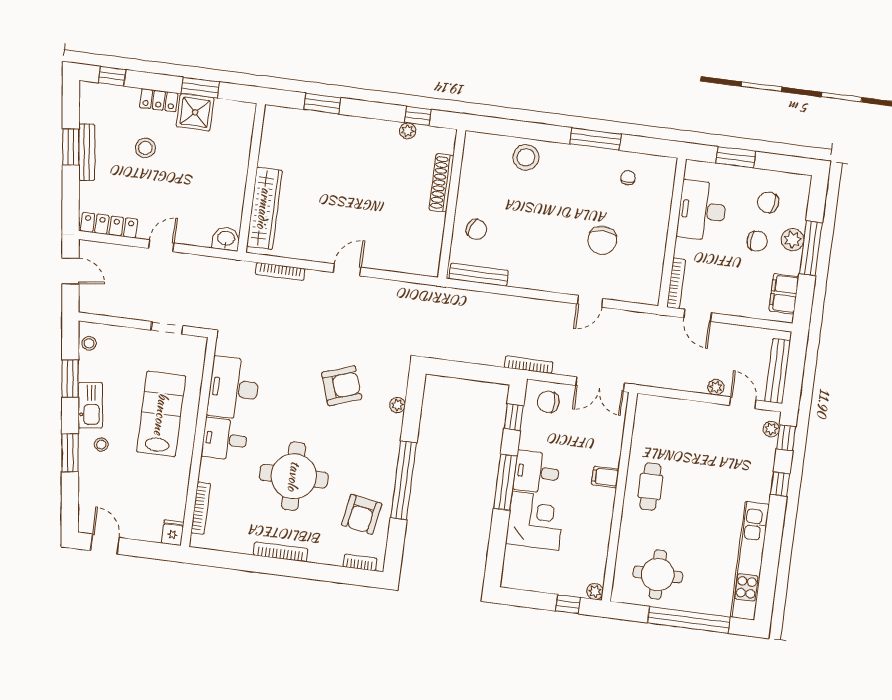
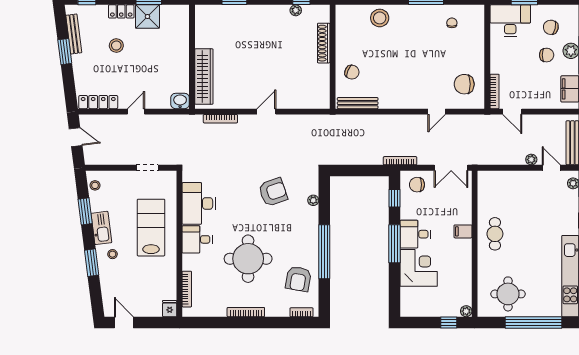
bench: (87, 152) -> (74, 34), moved
desk: (702, 211) -> (510, 21), moved, turned 90
chair: (602, 240) -> (464, 84), moved, turned 90

